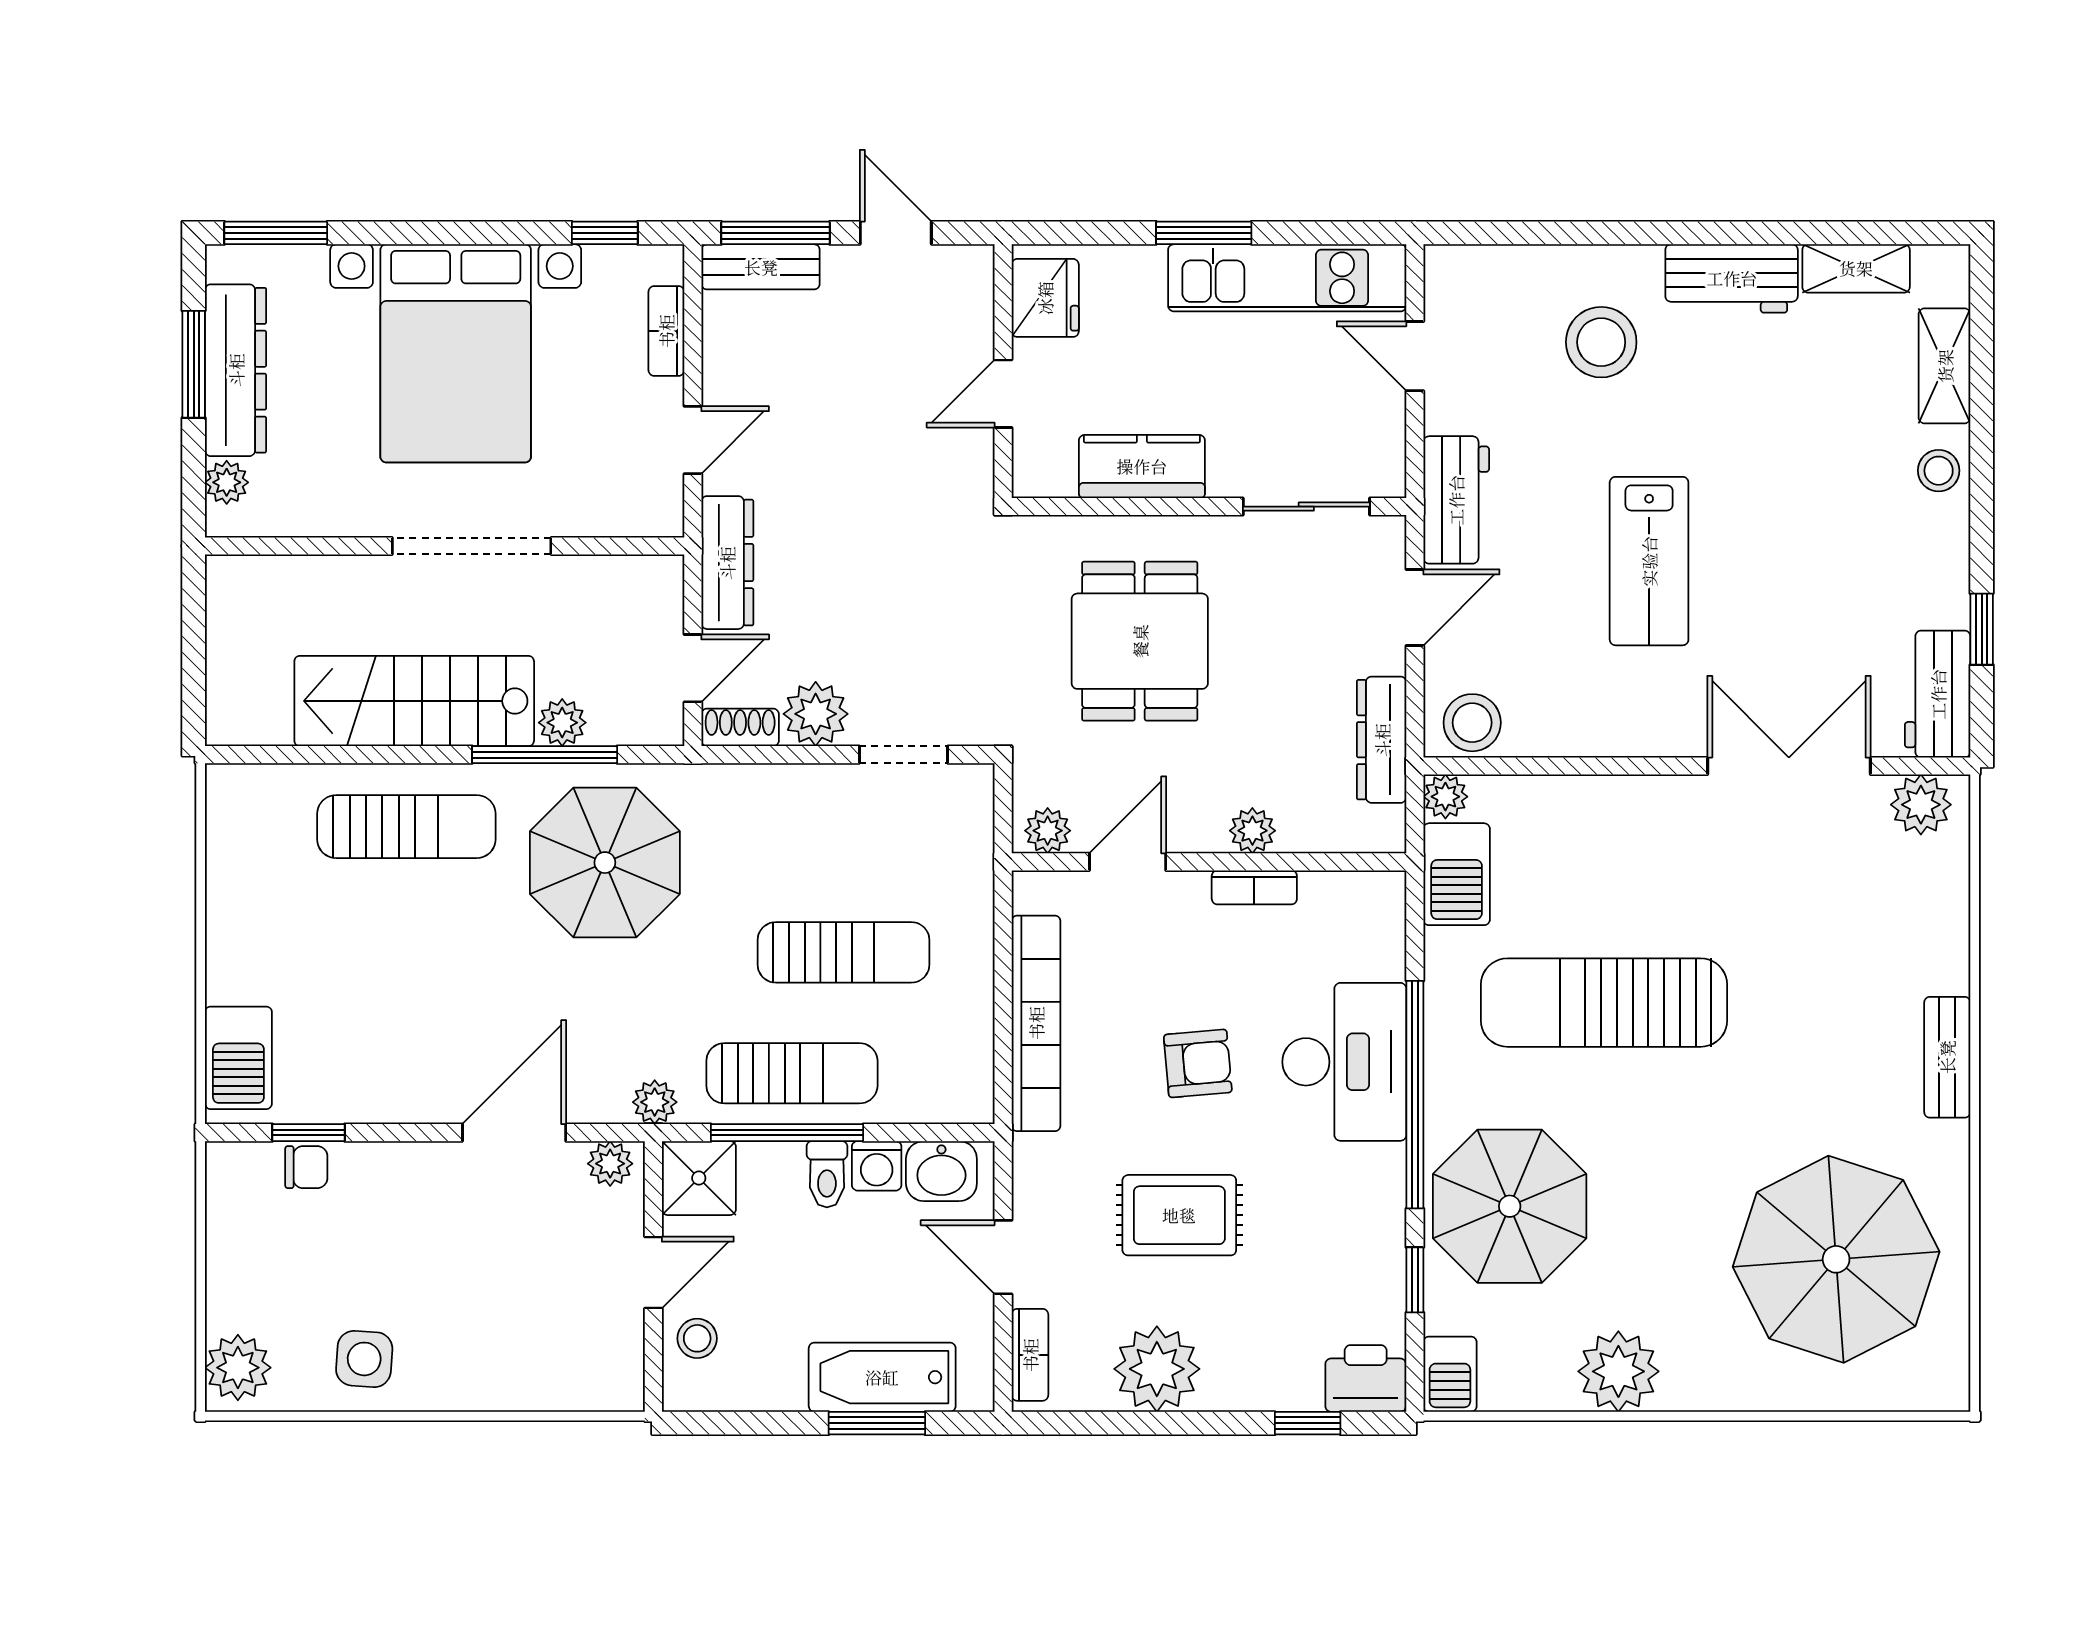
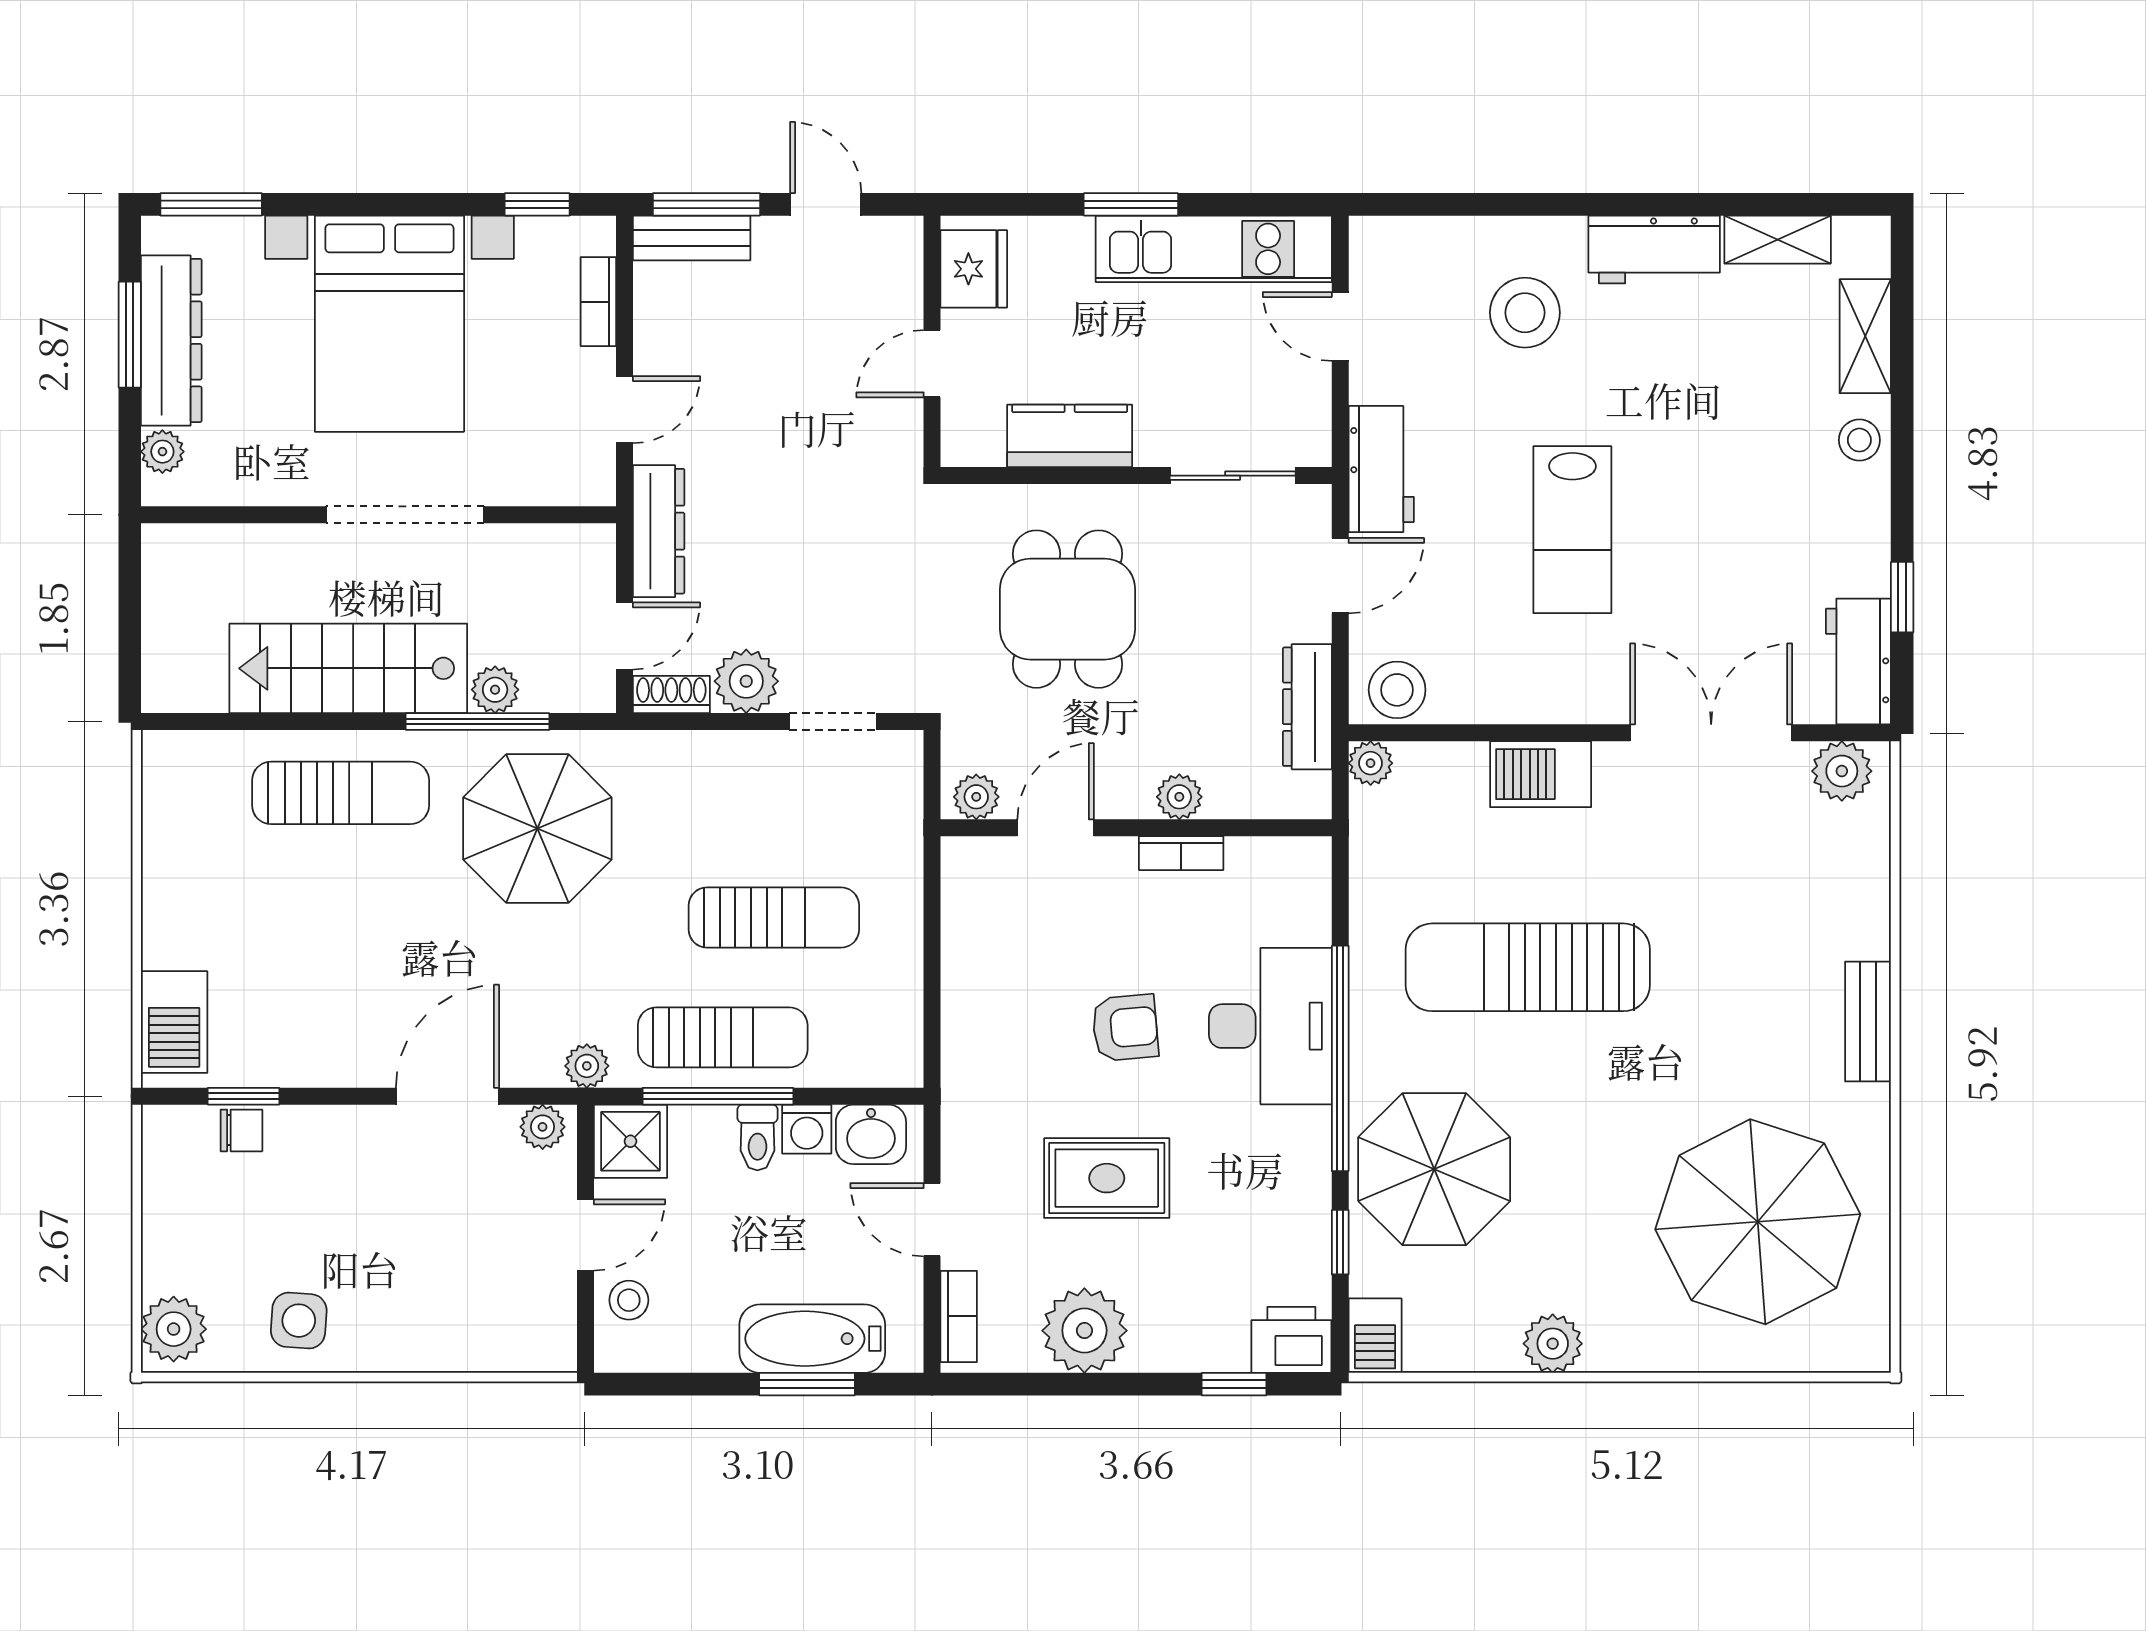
barbecue: (1457, 874) -> (1541, 774), moved, turned 90
bookcase: (1036, 1023) -> (965, 988), removed
plant: (1618, 1371) -> (1553, 1344), width x0.73, depth x0.73

